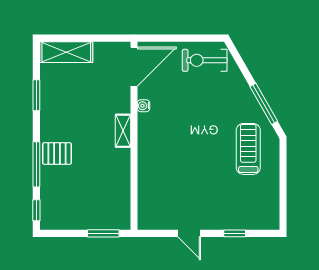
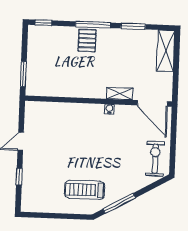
water cooler: (144, 106) -> (109, 109), moved
shelving: (123, 131) -> (120, 93), moved
treadmill: (248, 149) -> (85, 190), turned 180
window: (36, 164) -> (93, 25), moved

